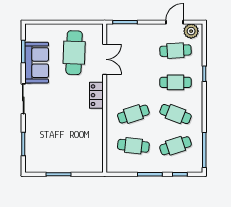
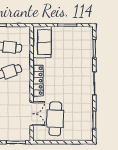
double door: (105, 59) -> (32, 114), swing flipped
sofa: (37, 63) -> (42, 42), moved, turned 180
locker: (96, 95) -> (38, 81), width x1.53

